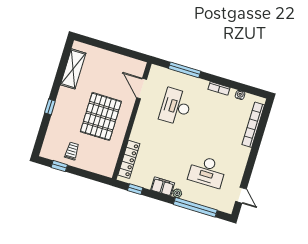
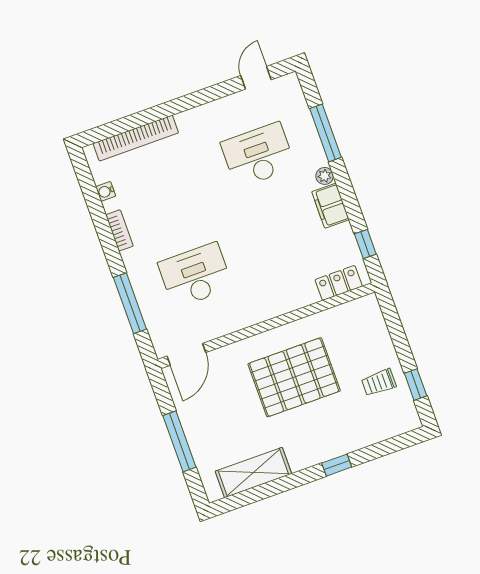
window: (110, 47) -> (179, 441), added
door: (142, 89) -> (186, 354), moved
desk: (176, 107) -> (195, 275), turned 180
locker: (129, 159) -> (339, 283), width x0.66
desk: (207, 172) -> (258, 155), turned -90
window: (195, 207) -> (326, 133), width x0.68

